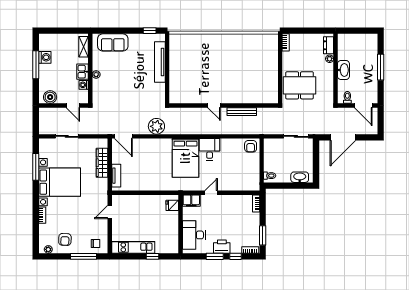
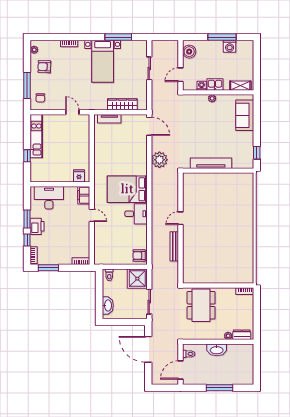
tv unit: (160, 62) -> (211, 163), moved
door: (123, 136) -> (149, 126), swing flipped
shower: (273, 148) -> (137, 279), added
bed with nightstands: (60, 182) -> (103, 61), width x0.73

